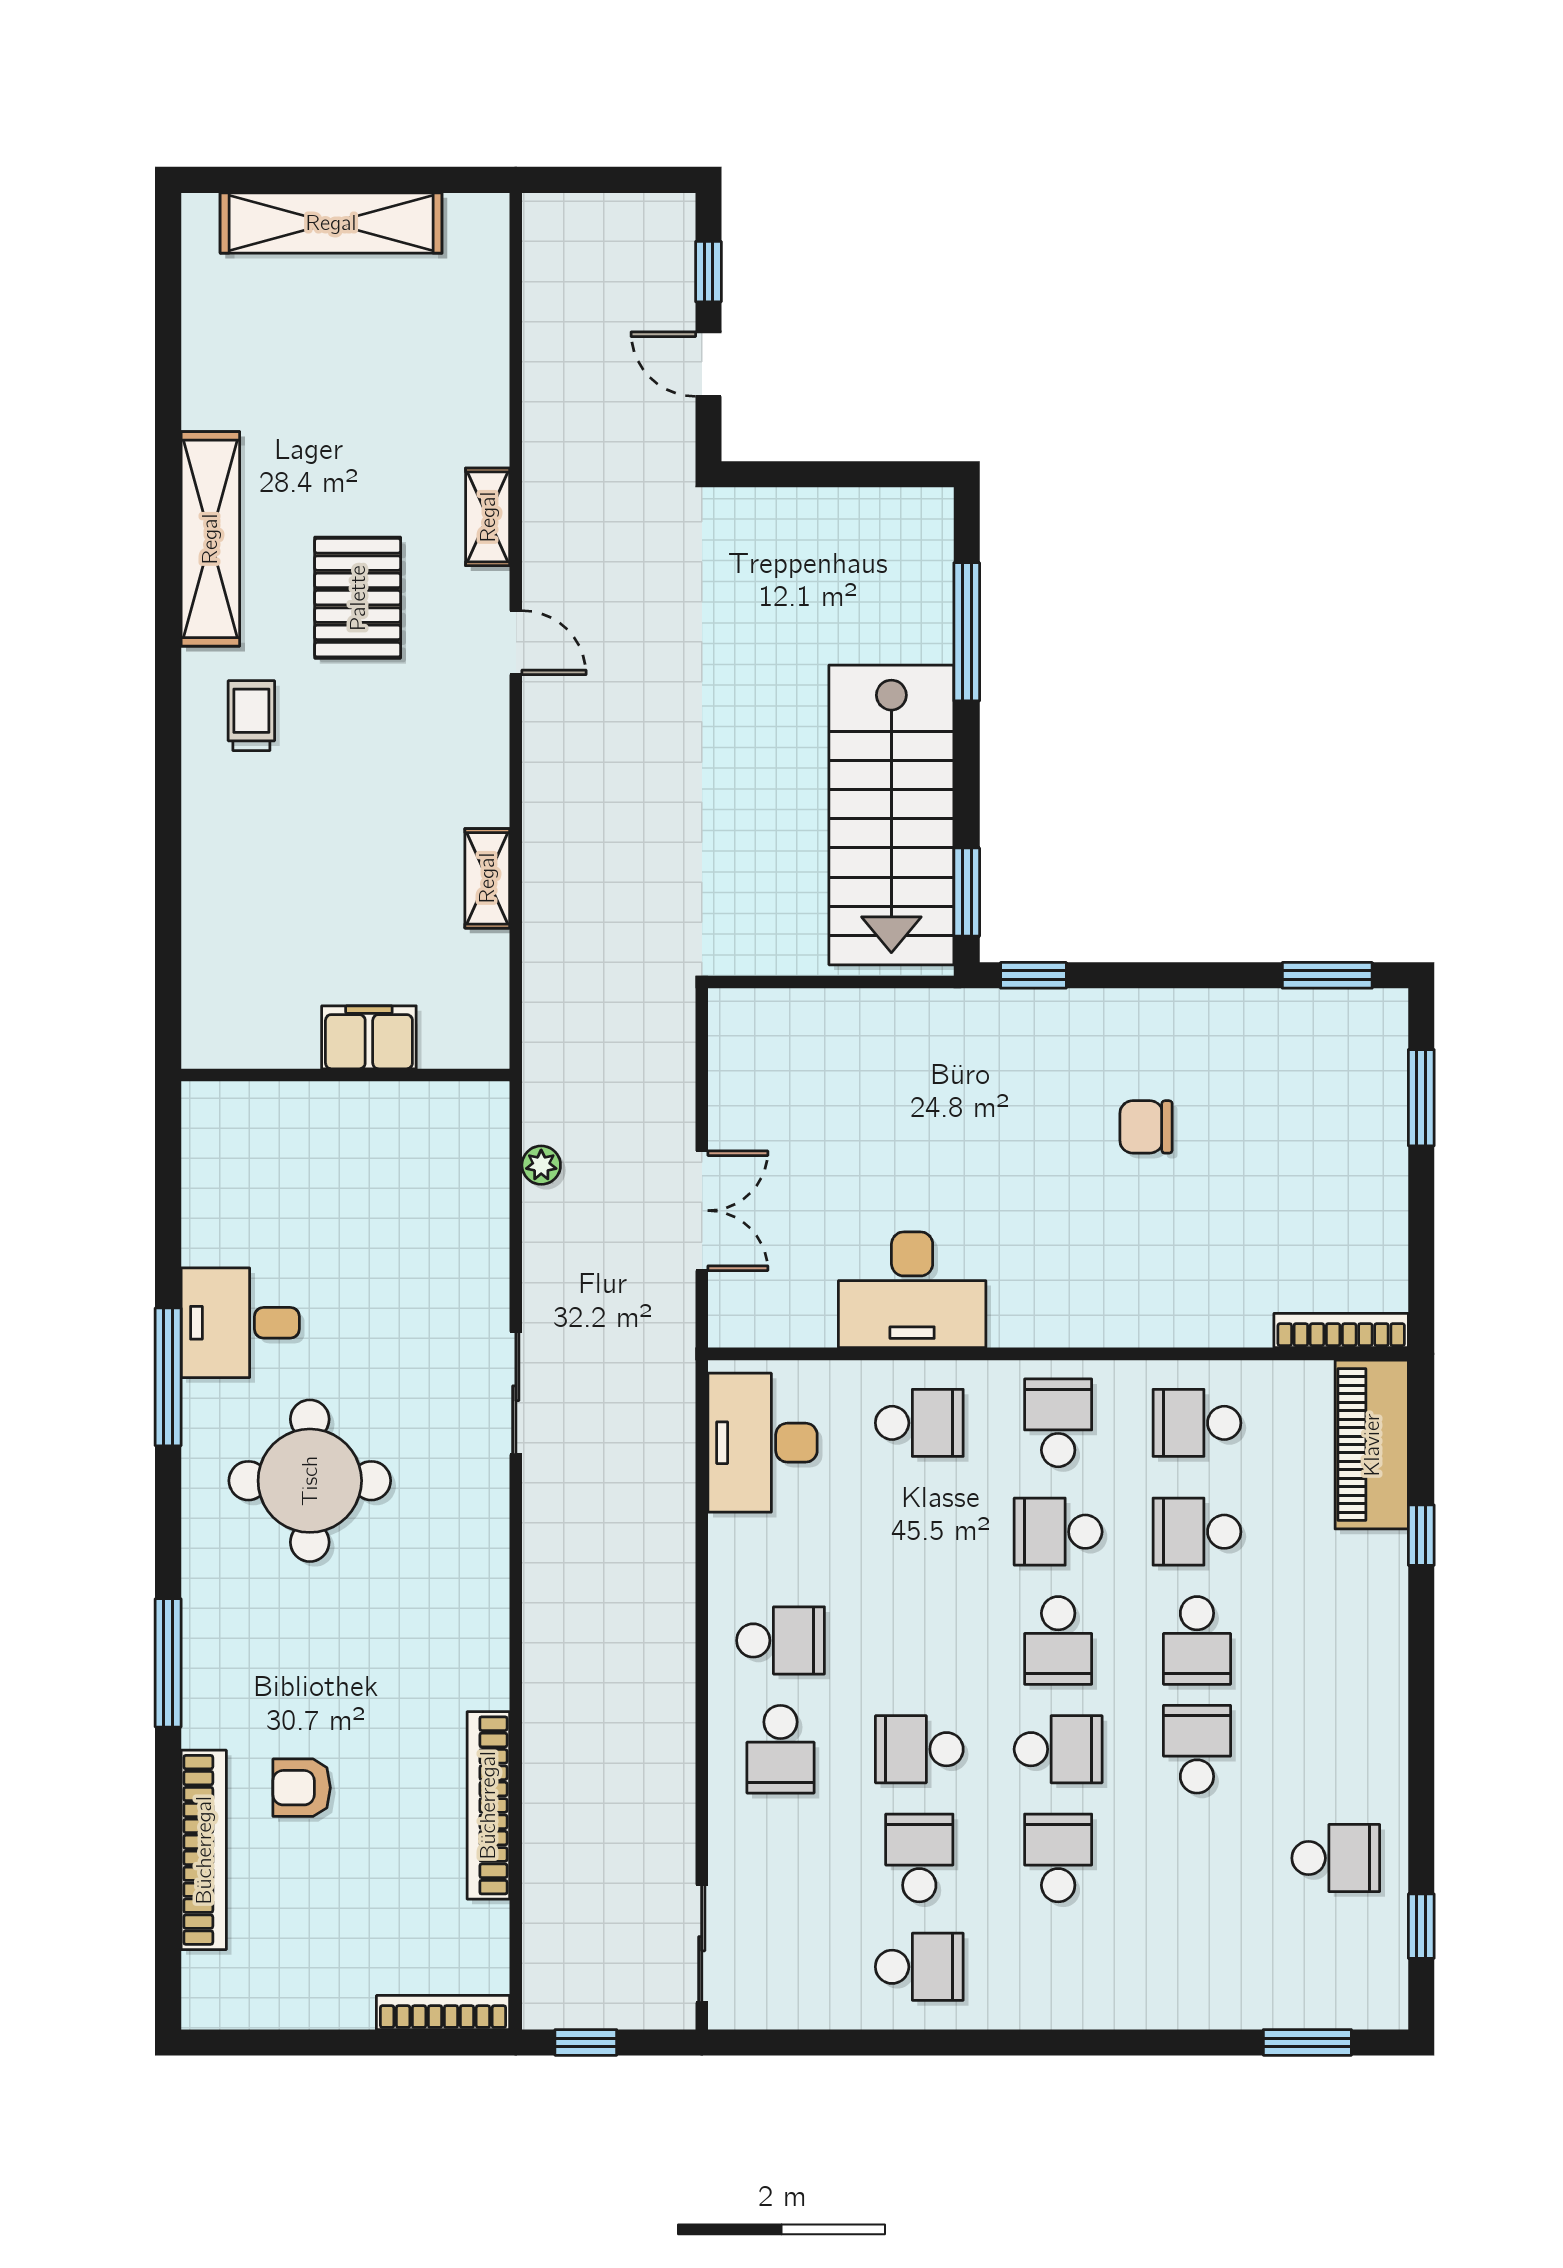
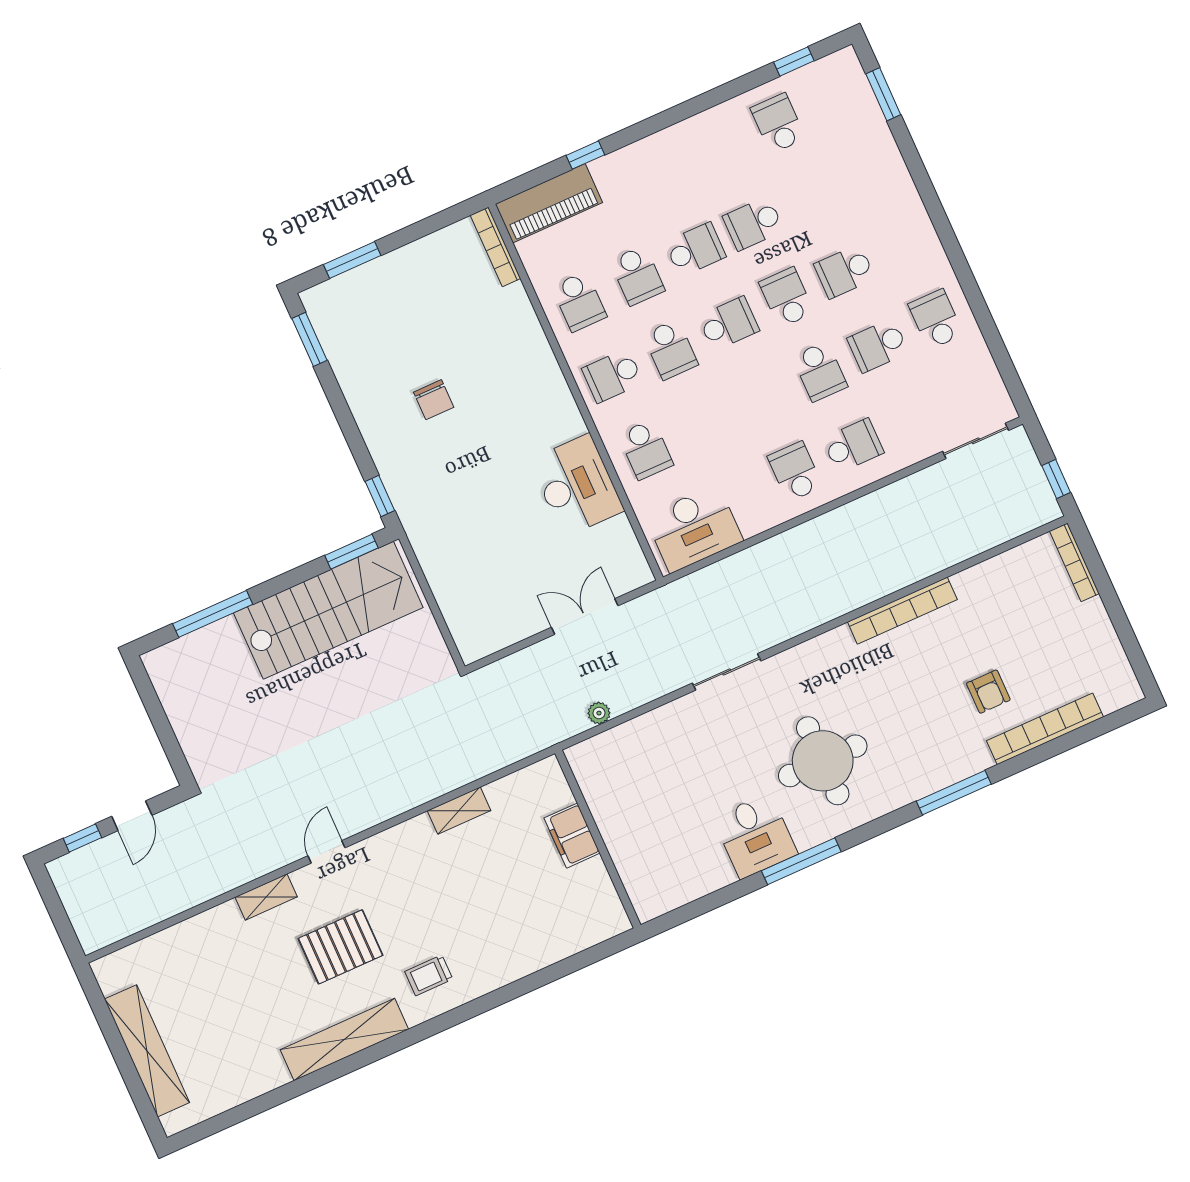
school desk: (919, 1423) -> (646, 450), turned 180
bookcase: (488, 1805) -> (902, 611), moved

